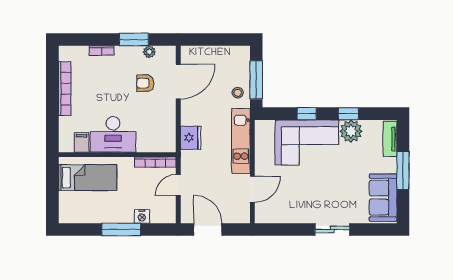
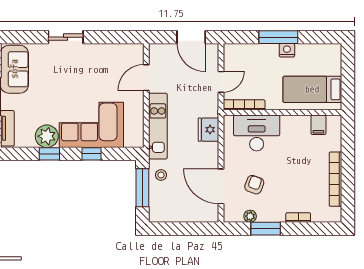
door: (178, 81) -> (221, 186), hinge flipped
armchair: (145, 83) -> (254, 185), turned -70
desk: (113, 134) -> (257, 133), moved
nightstand: (142, 216) -> (287, 50), moved

